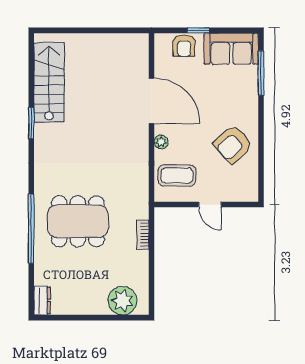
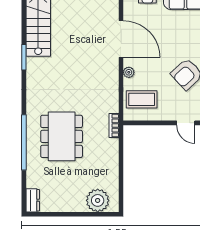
door: (210, 205) -> (186, 123), moved
dining table: (78, 221) -> (62, 136), turned 90
bookcase: (143, 235) -> (114, 126), moved

